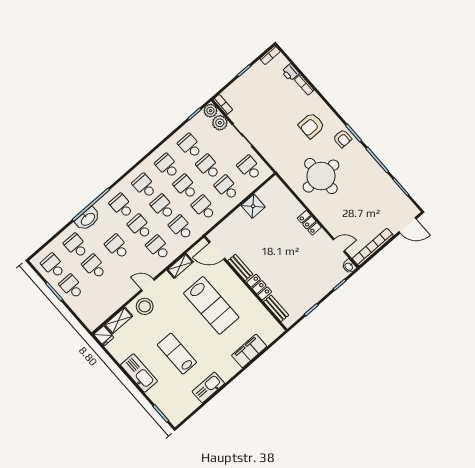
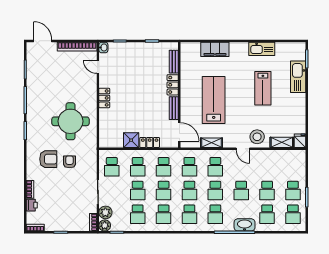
armchair: (342, 139) -> (70, 162), moved
locker: (235, 218) -> (150, 142), added
kitchen sink: (139, 373) -> (298, 77), moved

